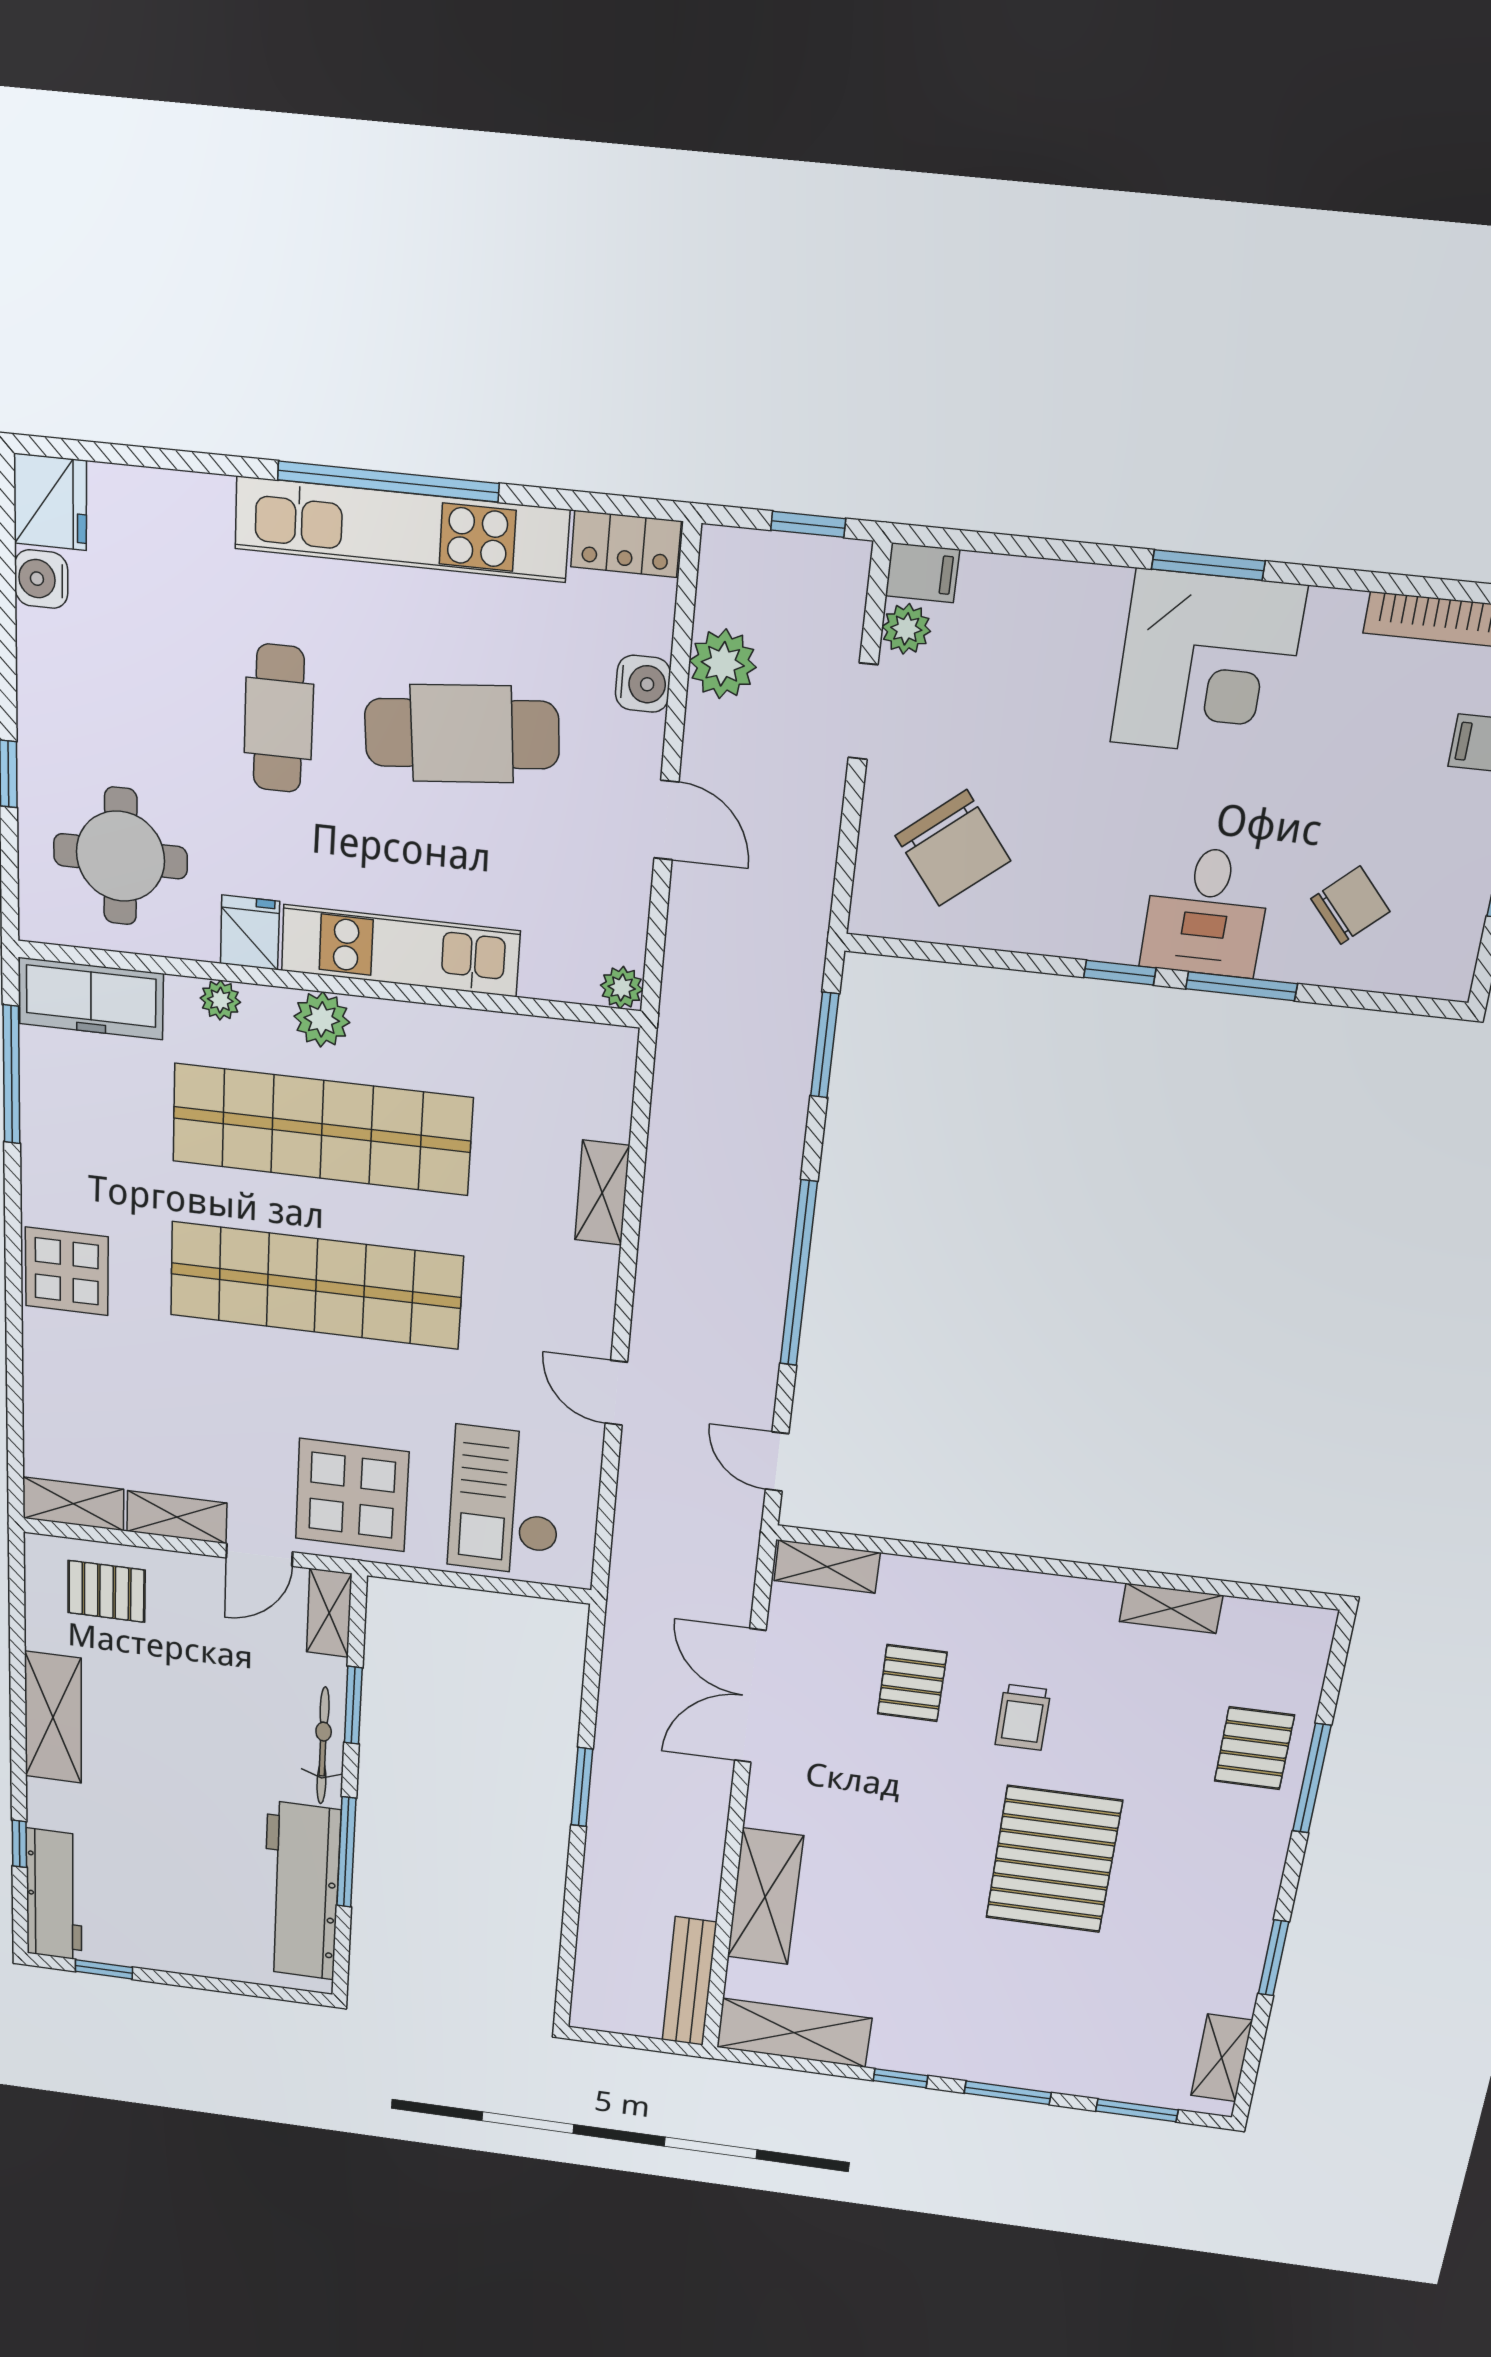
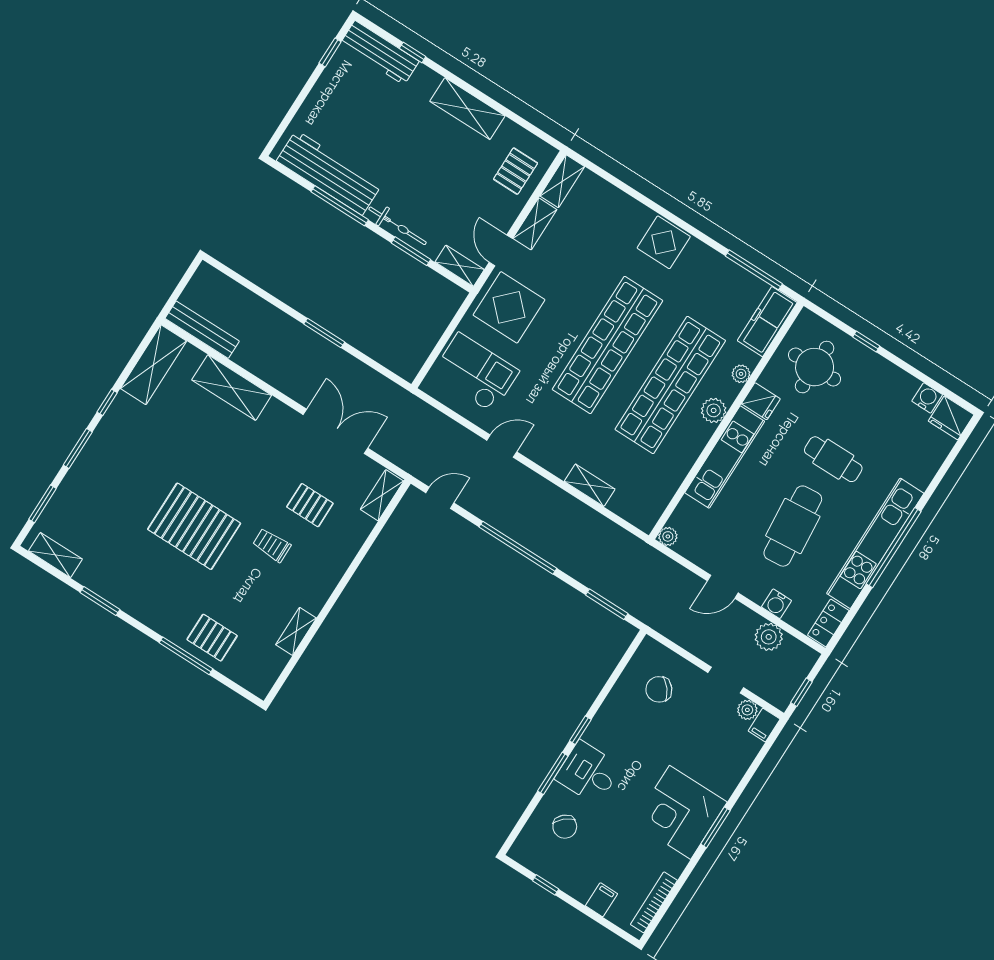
chair: (953, 848) -> (659, 689), width x0.73, depth x0.73

